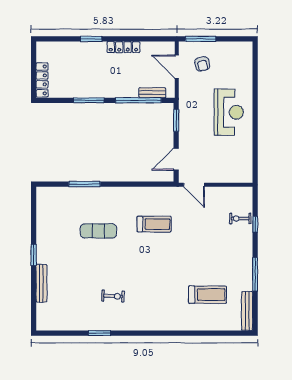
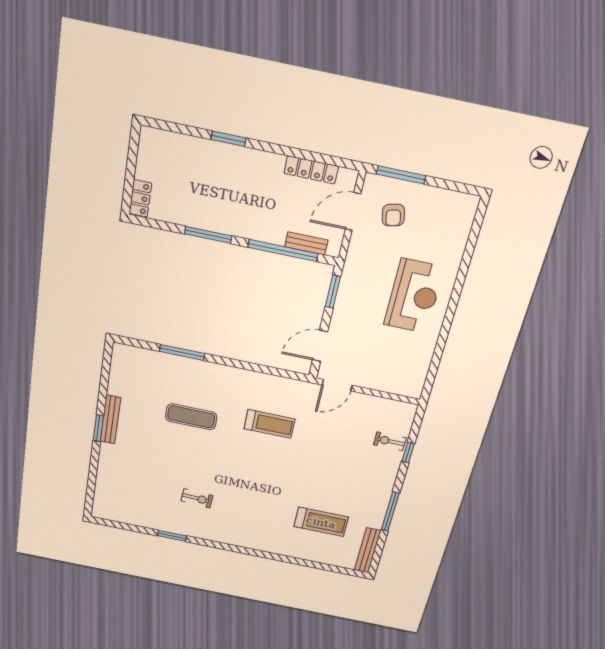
locker: (123, 47) -> (311, 170), moved
door: (177, 67) -> (353, 211), hinge flipped
locker: (42, 80) -> (140, 198), width x0.66
door: (194, 185) -> (337, 385), hinge flipped
bench: (41, 283) -> (110, 419), moved

